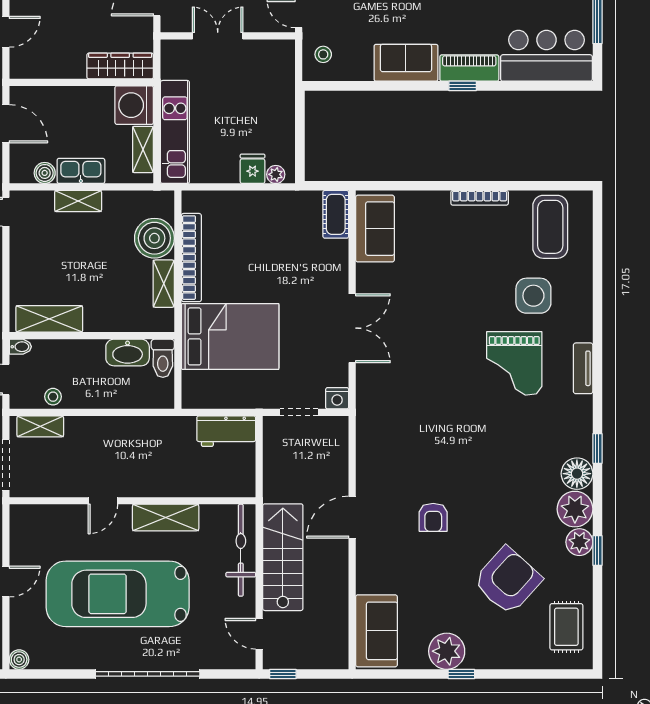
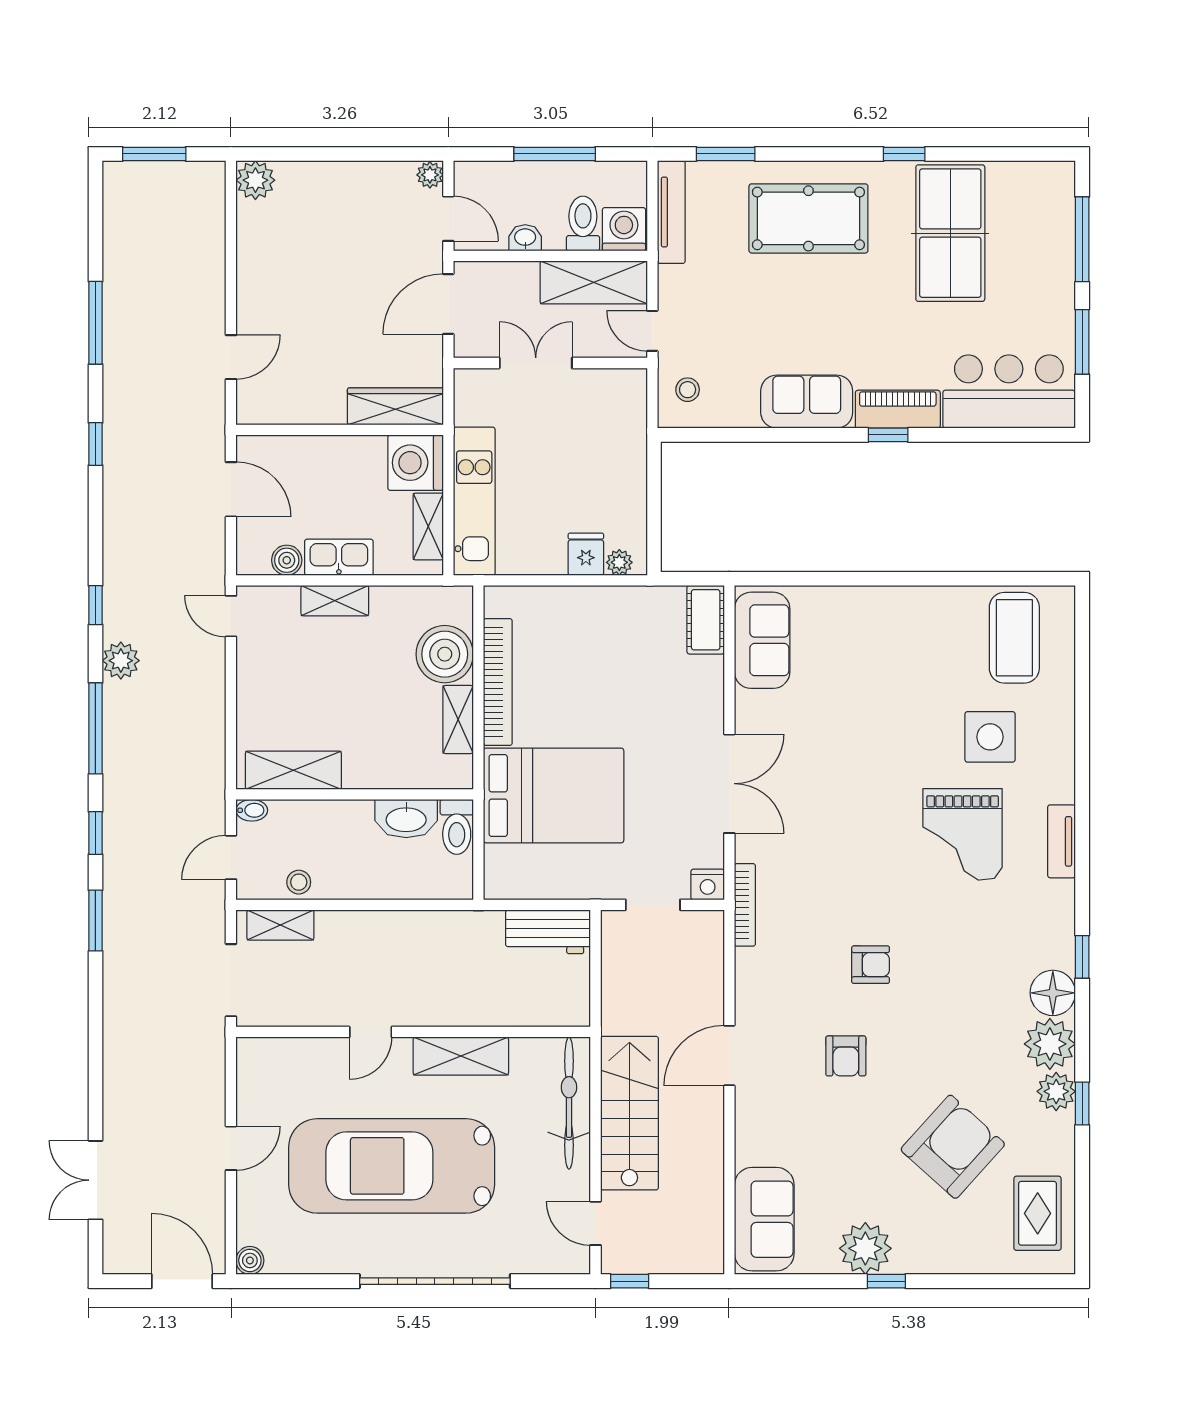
bookcase: (480, 198) -> (745, 905), moved, turned -90
armchair: (450, 454) -> (871, 965), added

